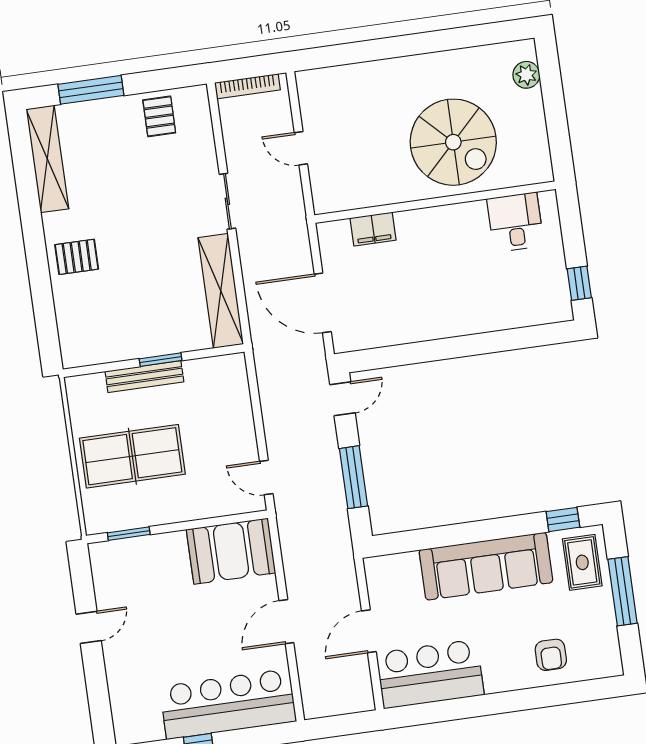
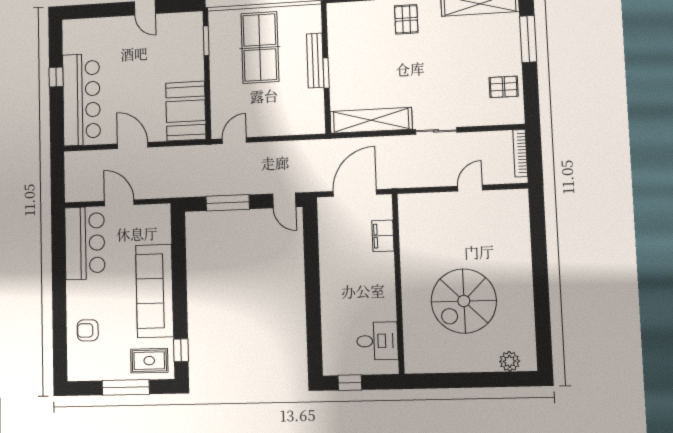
wall: (435, 202) -> (398, 283), moved
desk: (515, 222) -> (377, 341), moved
filing cabinet: (373, 229) -> (383, 236), moved

